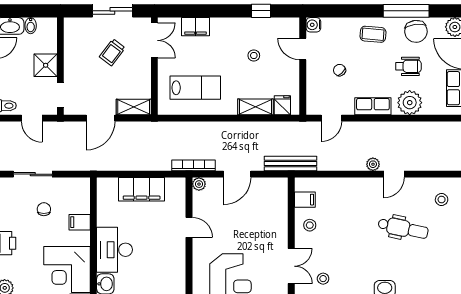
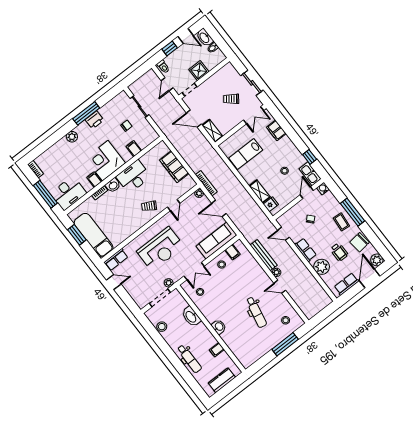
window: (406, 11) -> (352, 212), moved
kitchen sink: (282, 27) -> (310, 174), added
lab bench: (195, 88) -> (246, 154), turned 90
bench: (290, 164) -> (264, 255), moved
sofa: (275, 208) -> (216, 241), added
trolley: (166, 259) -> (149, 206), added

